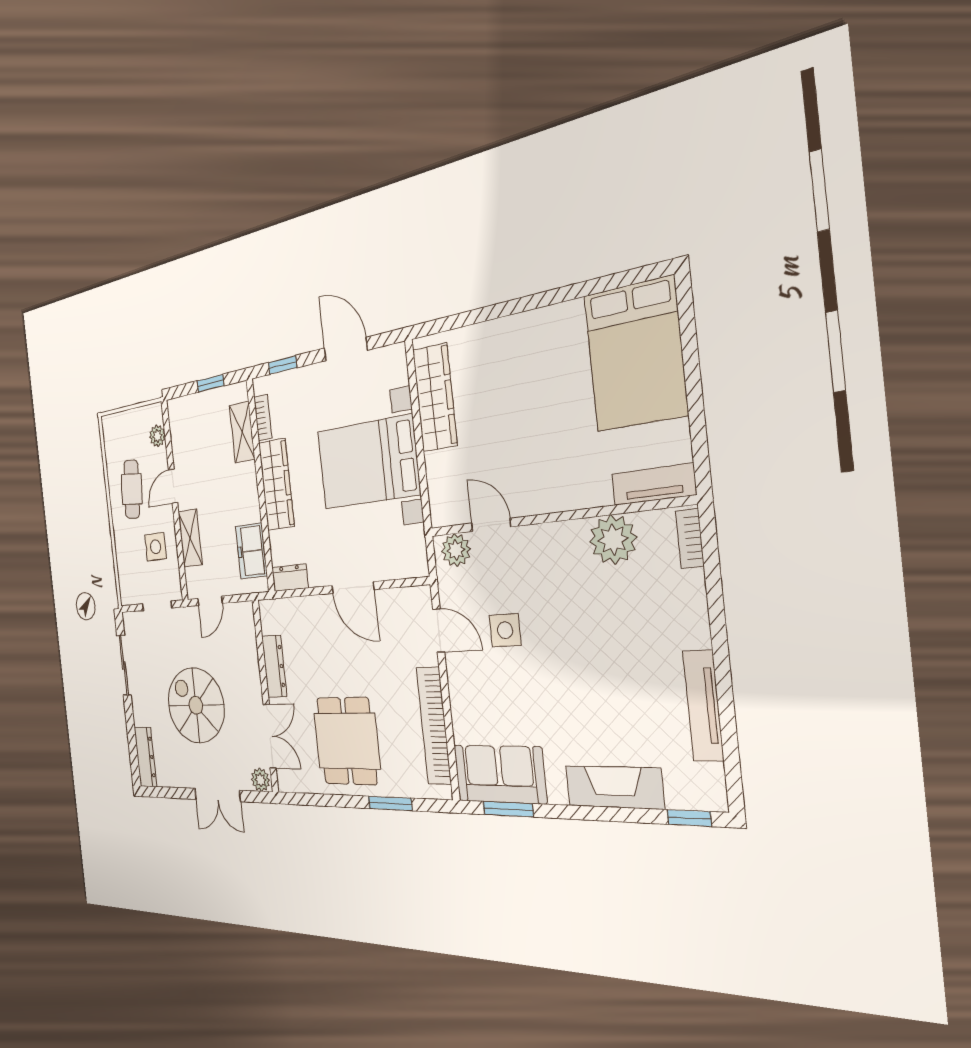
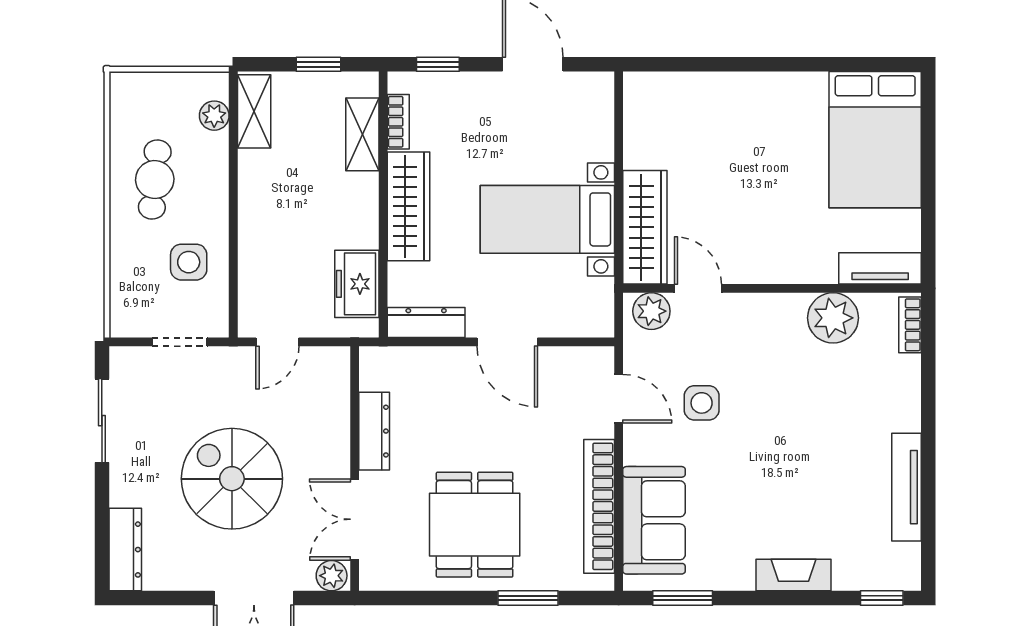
wardrobe: (435, 398) -> (645, 227), moved
bed with nightstands: (368, 462) -> (547, 219), width x0.73
door: (173, 486) -> (233, 186), removed
shelving: (190, 538) -> (254, 111), moved
dresser: (290, 578) -> (426, 322), width x1.44
double door: (270, 736) -> (355, 519), swing flipped
sofa: (500, 774) -> (654, 520), moved, turned 90
fireplace: (614, 787) -> (793, 575), width x0.73, depth x0.76

